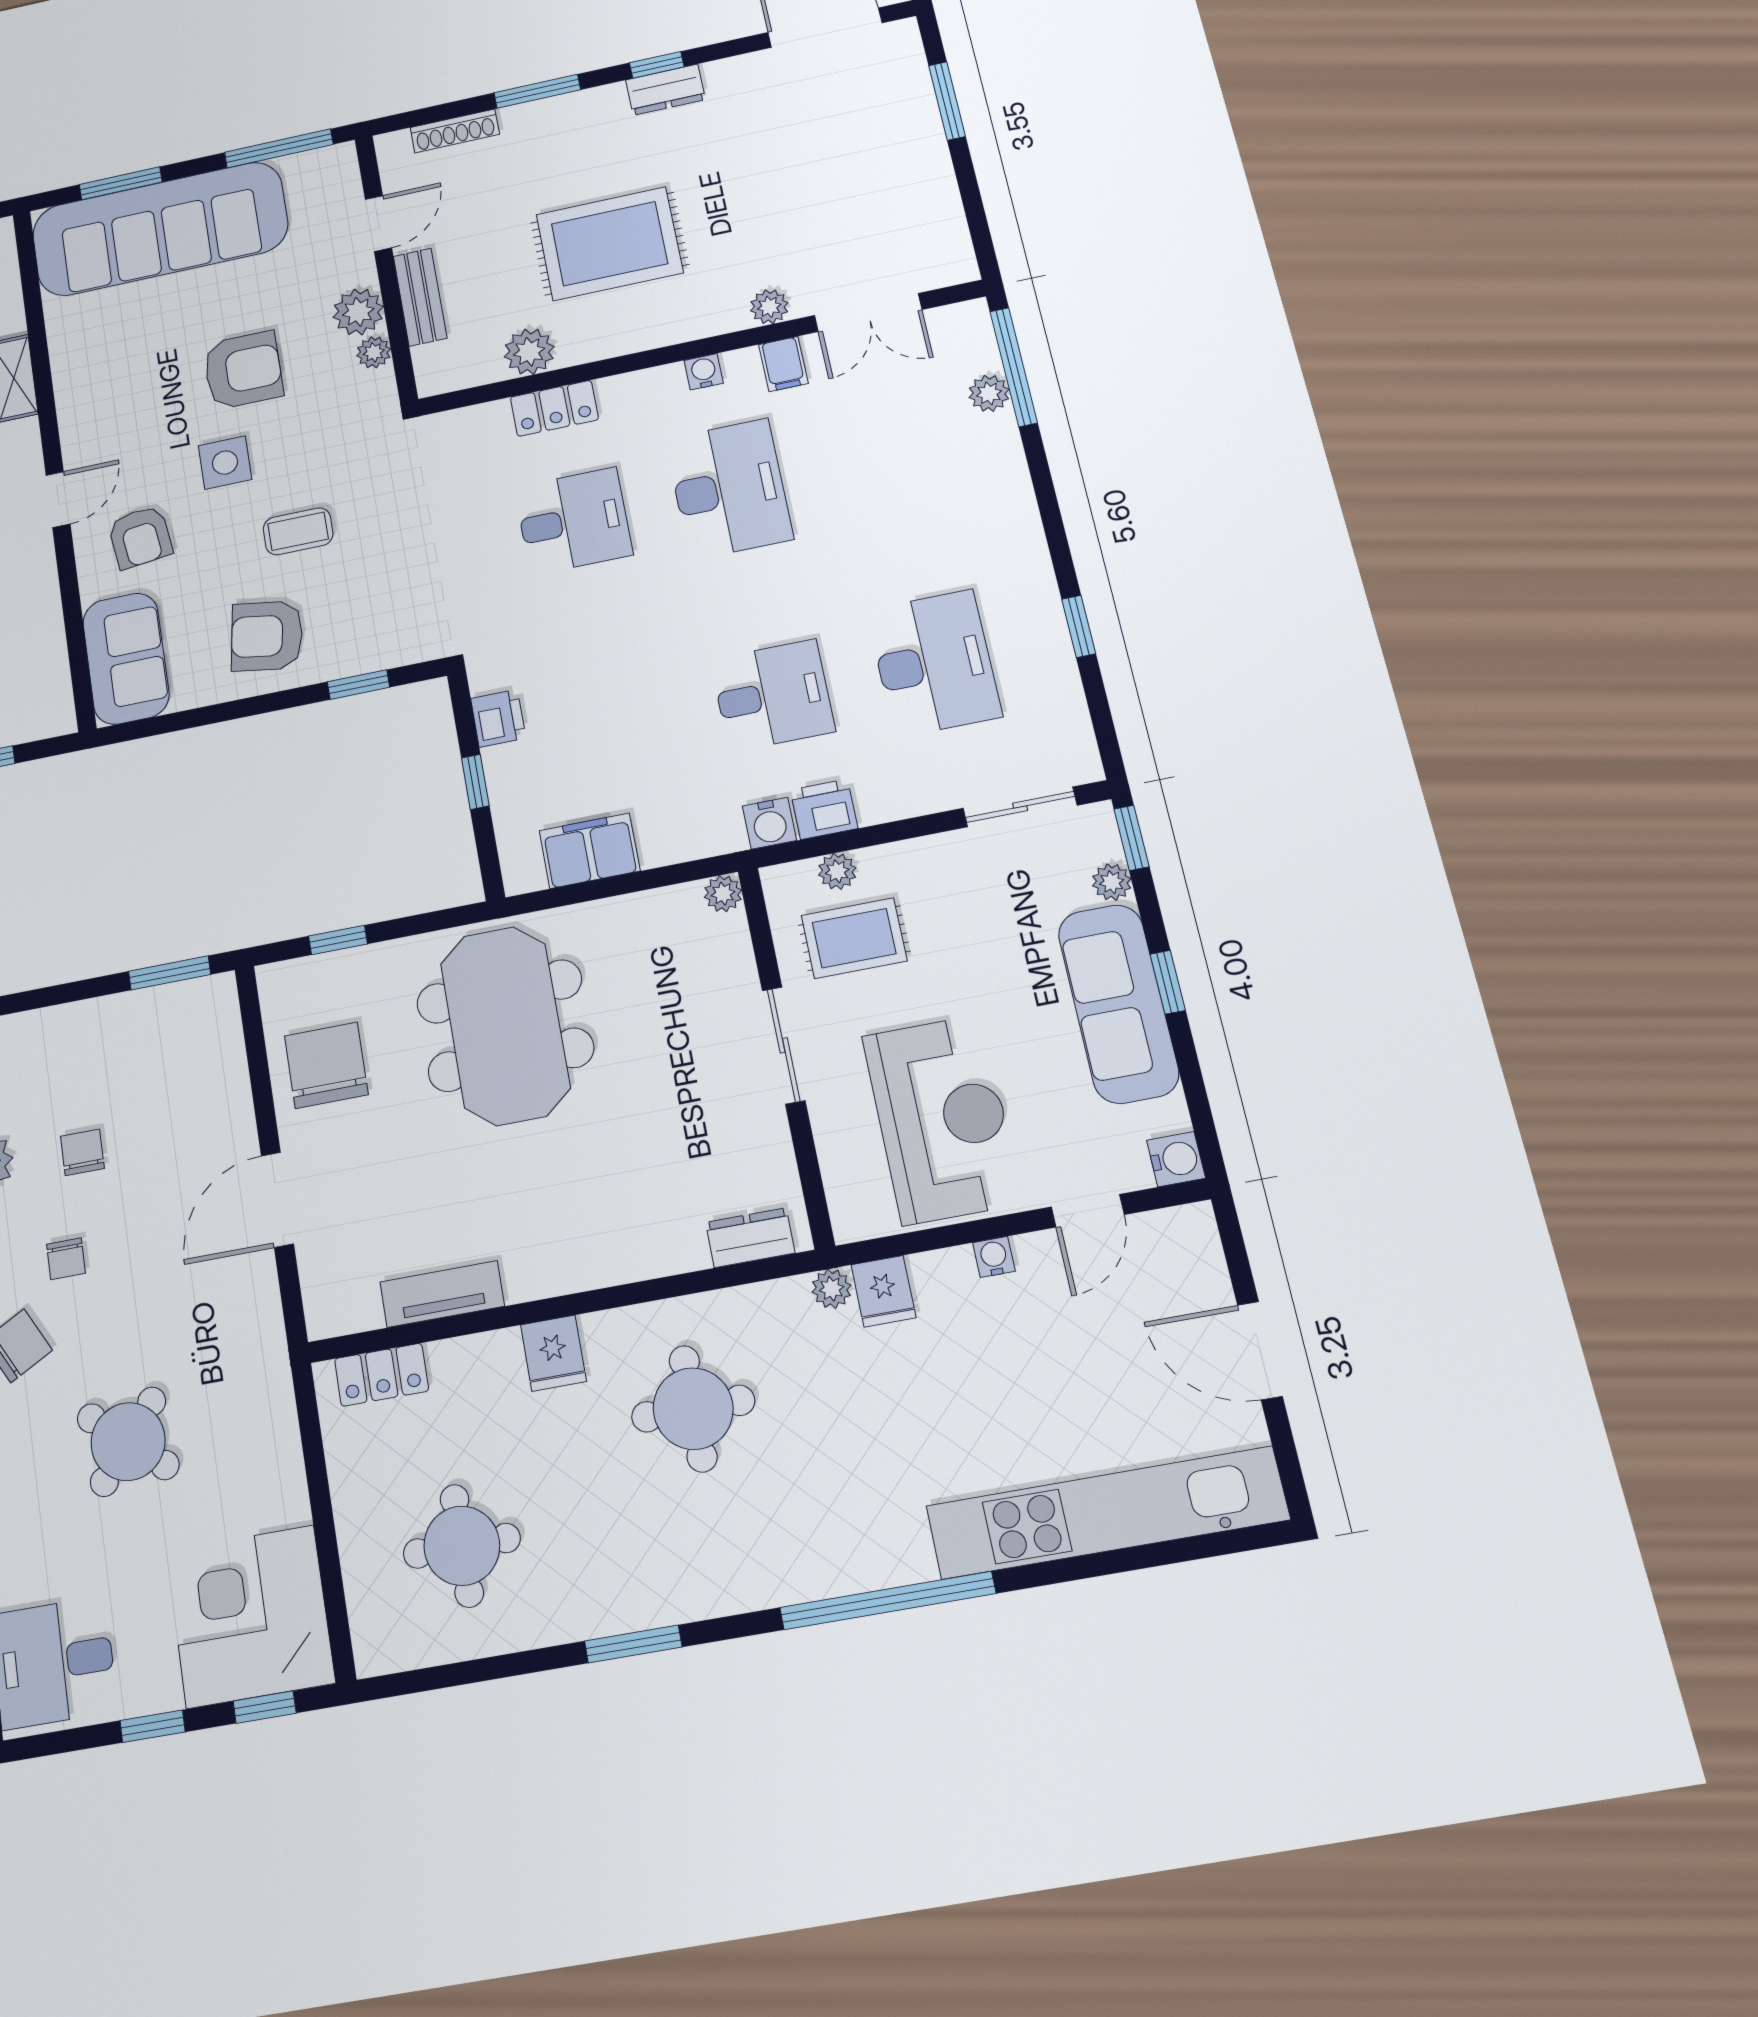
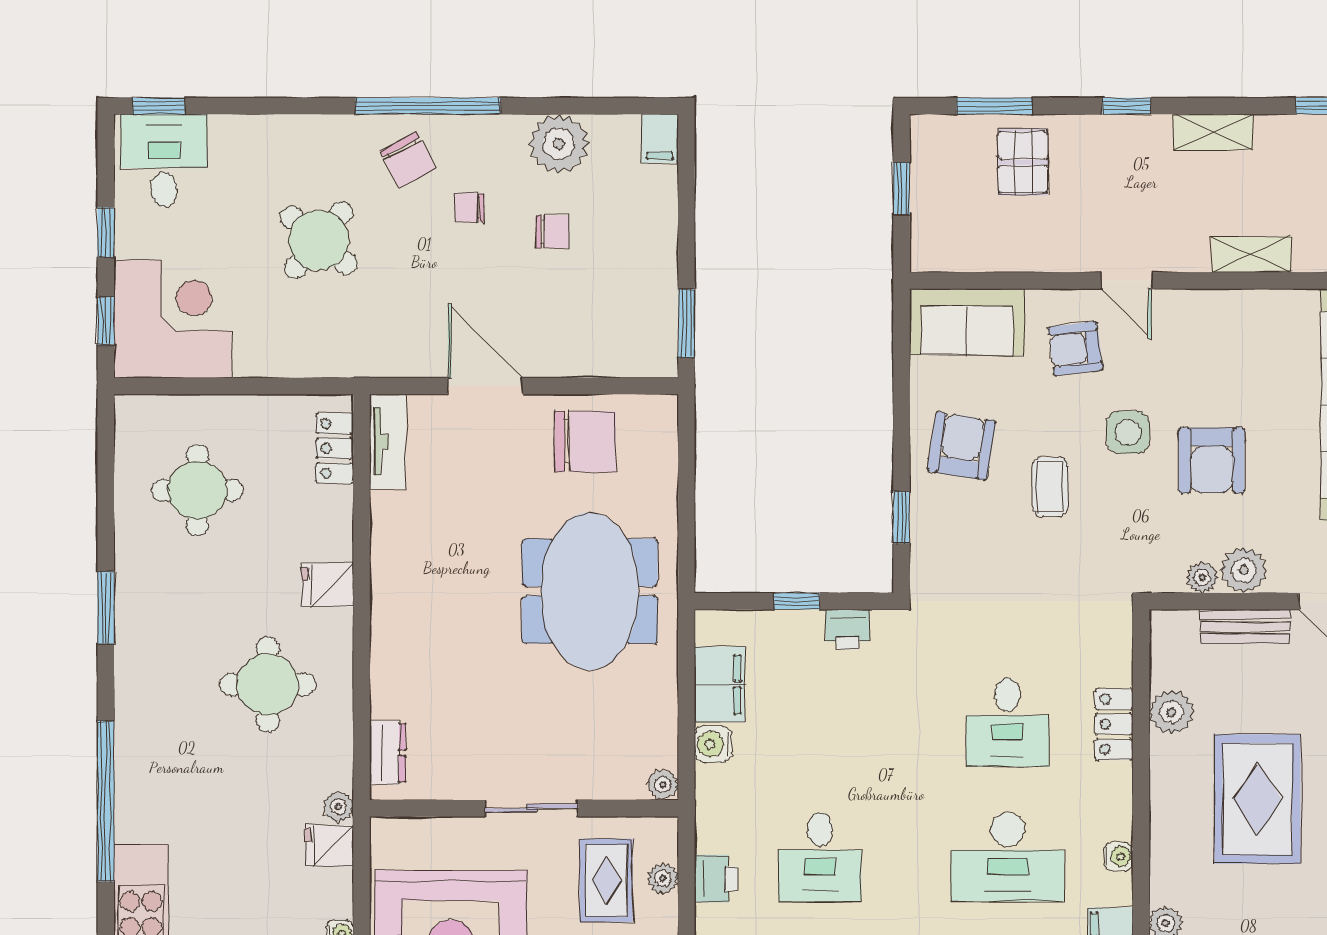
water cooler: (769, 823) -> (713, 744), moved
window: (338, 940) -> (686, 467), removed
meeting table: (505, 1026) -> (590, 591), turned 90
tv unit: (442, 1294) -> (388, 442), moved

